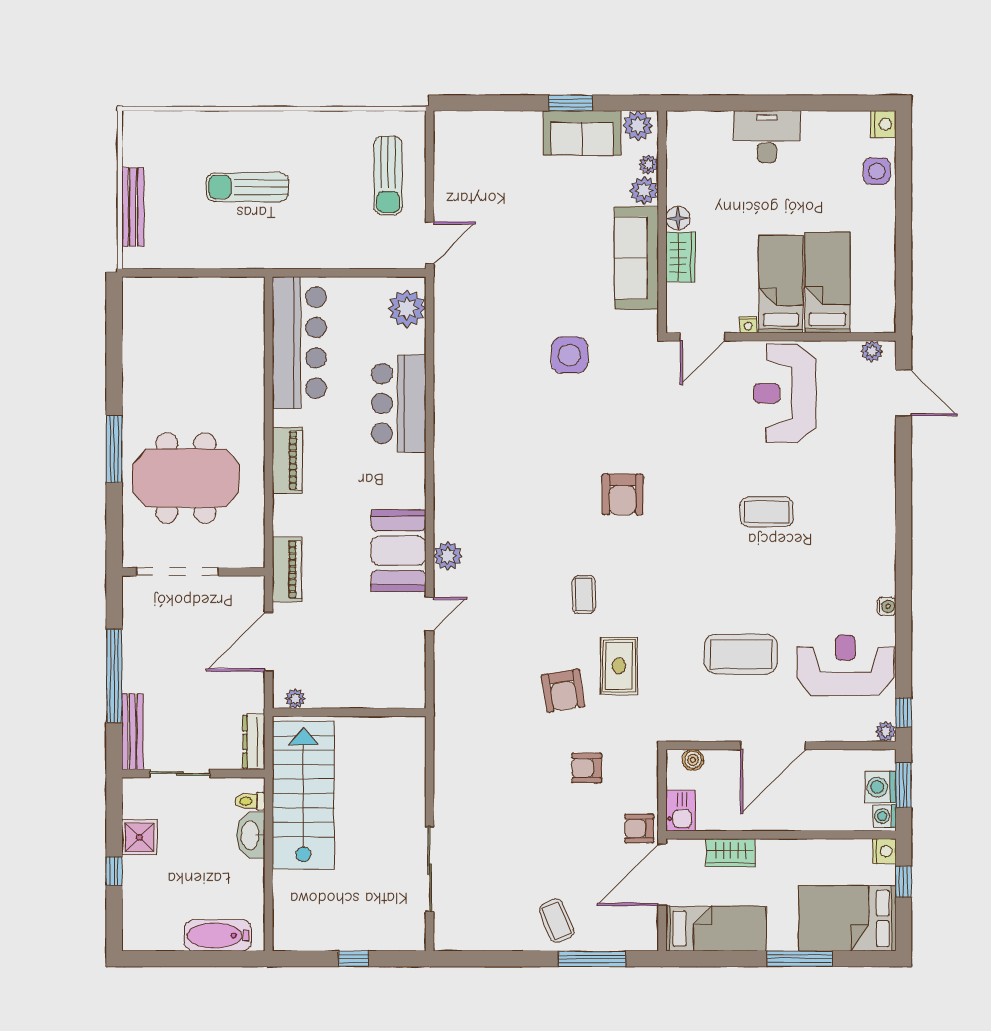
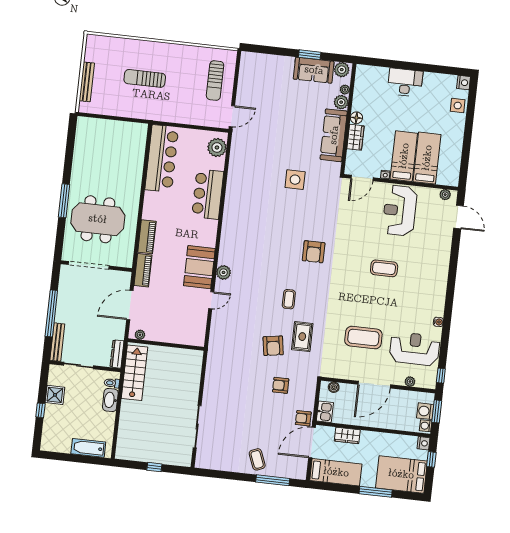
piano: (287, 460) -> (147, 237), moved
plant: (886, 732) -> (410, 382), moved
stairs: (303, 795) -> (135, 373), width x0.73, depth x0.66

